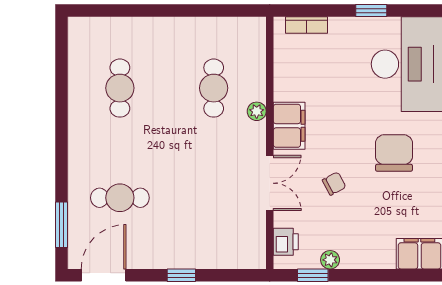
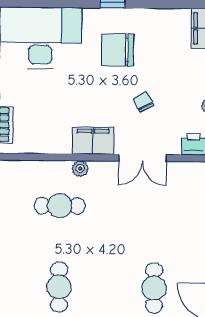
cafe table: (120, 88) -> (59, 287), turned 90
double door: (270, 183) -> (142, 158), swing flipped

